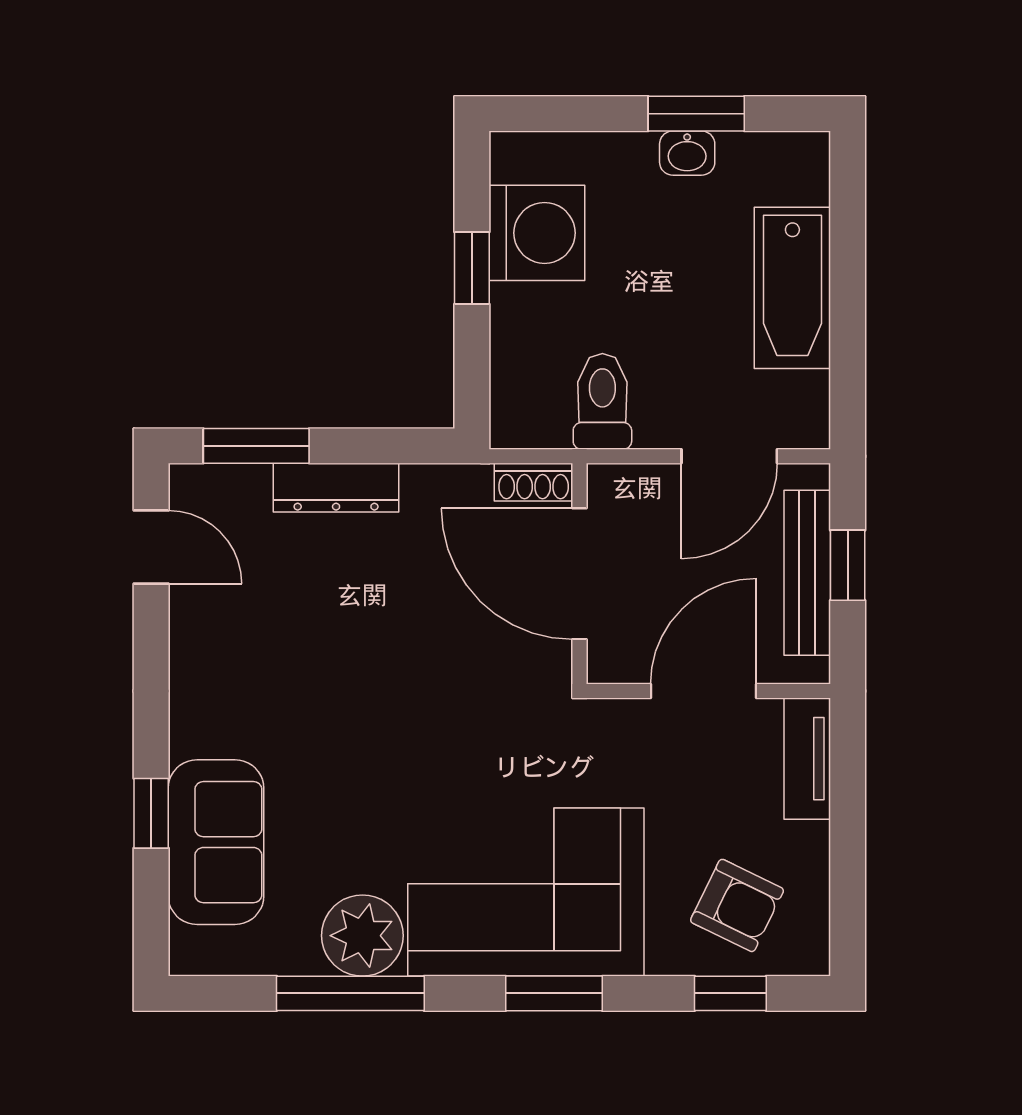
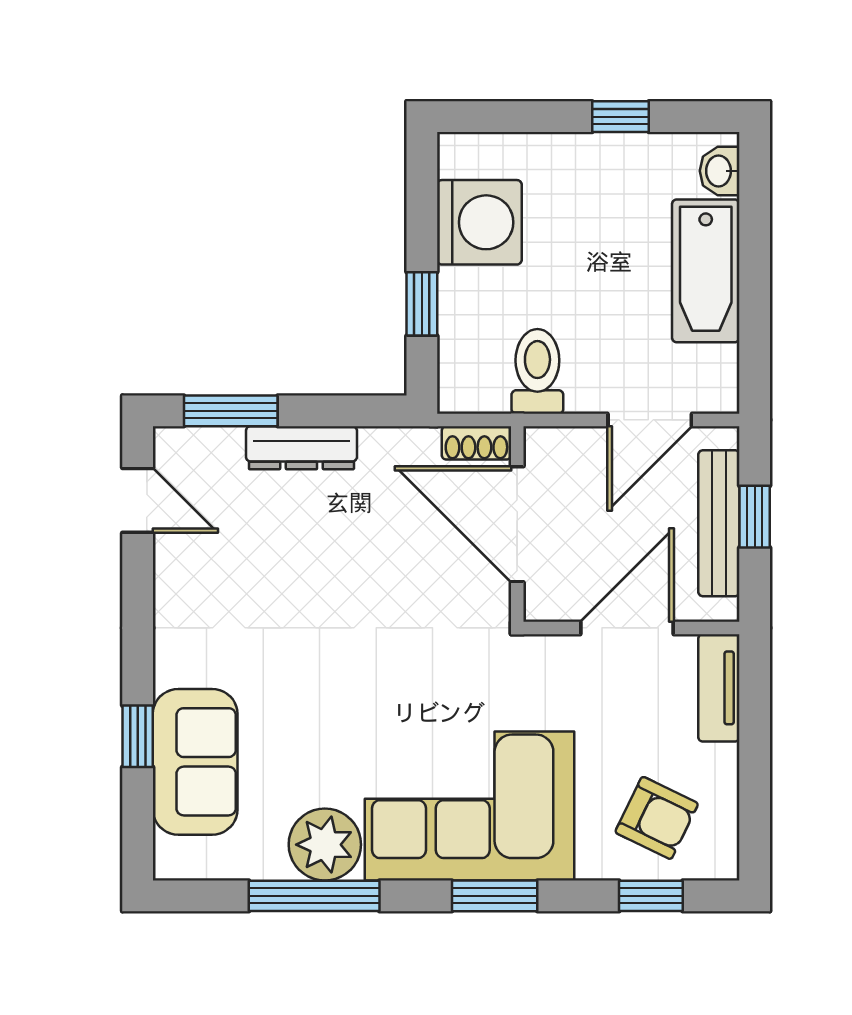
window: (696, 114) -> (620, 117), width x0.67
washbasin: (687, 153) -> (720, 171), moved, turned 90
window: (472, 268) -> (422, 304), moved

